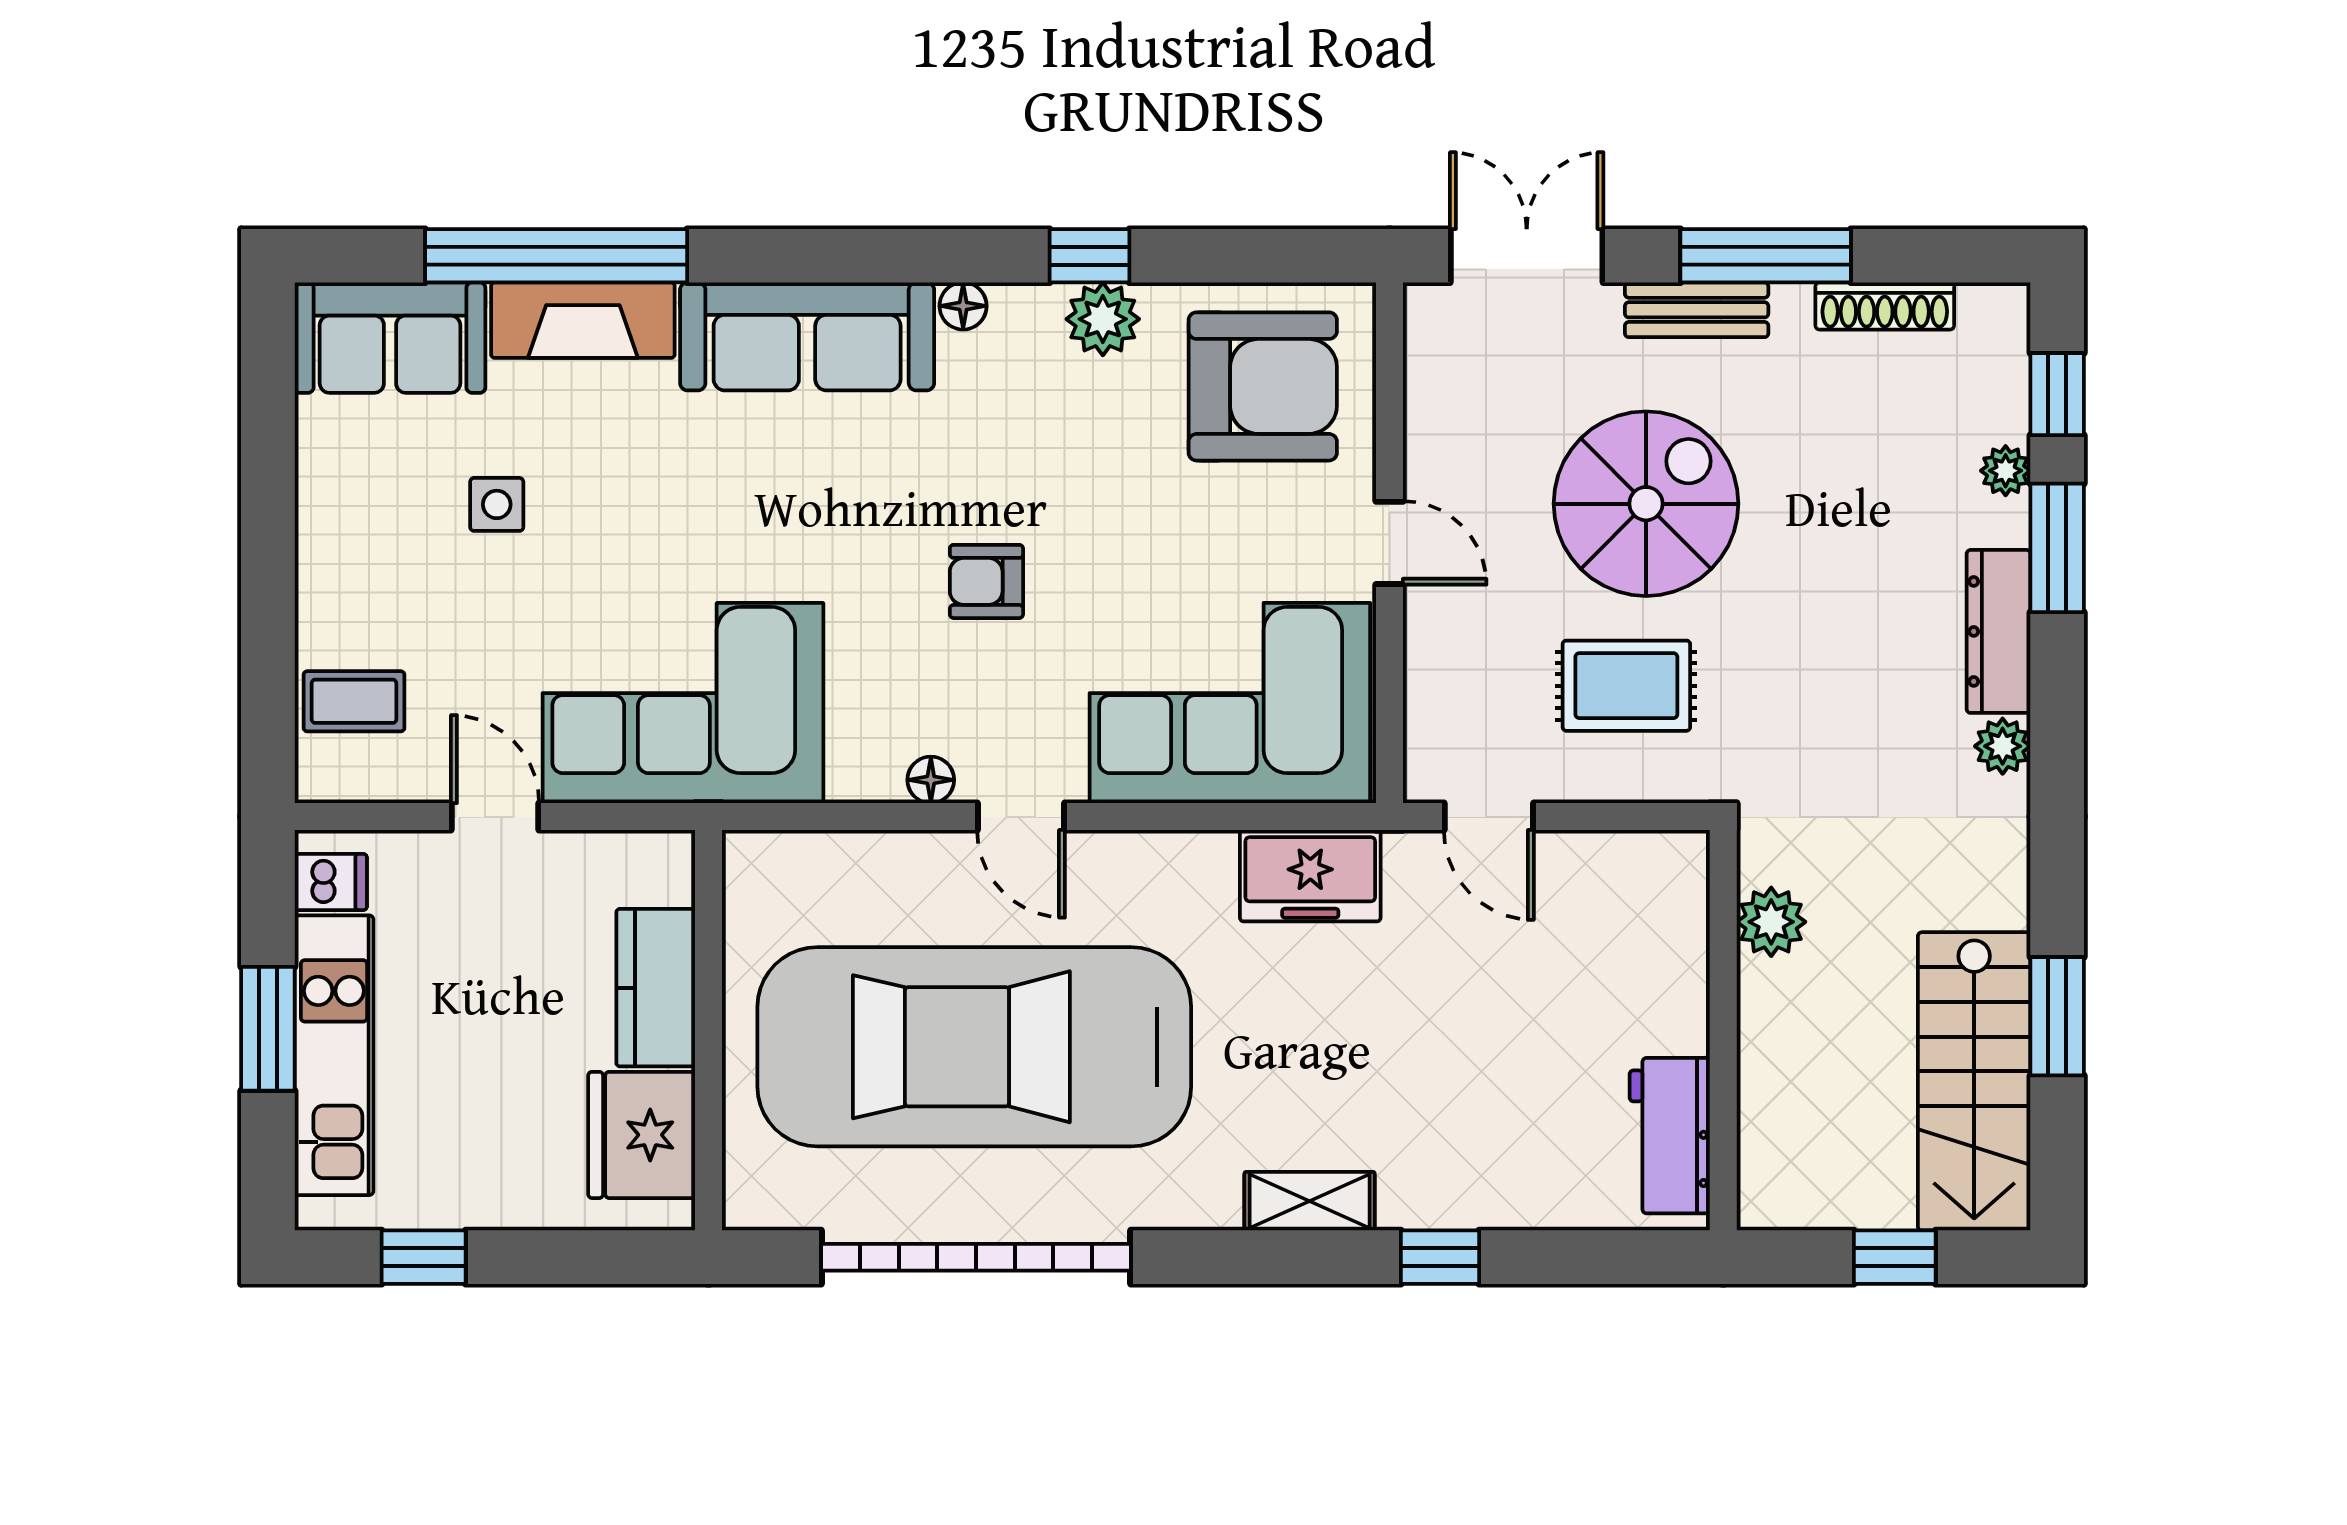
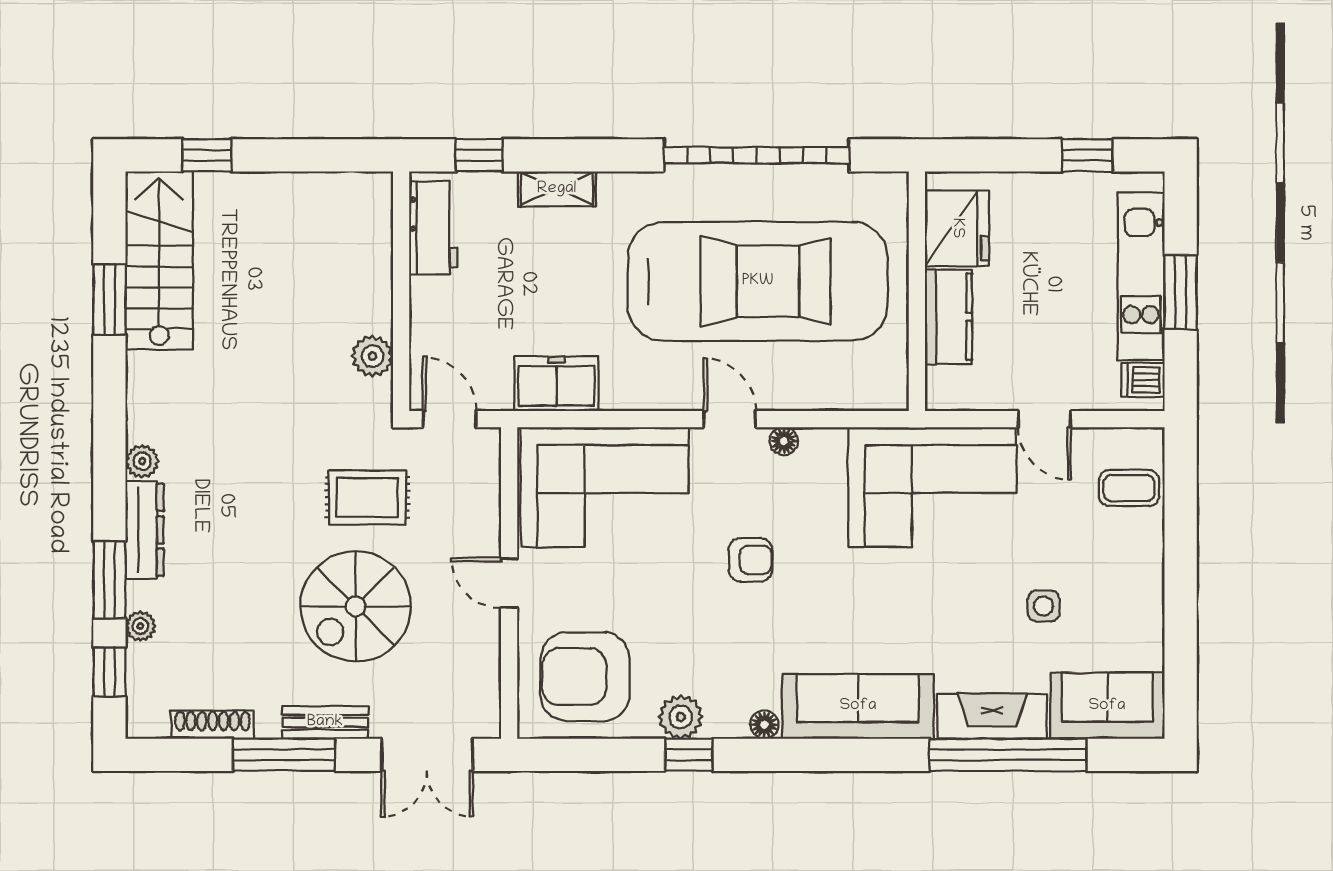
plant: (1771, 922) -> (373, 356), moved
wall: (1723, 1030) -> (401, 291), moved
workbench: (1670, 1136) -> (433, 228), moved

